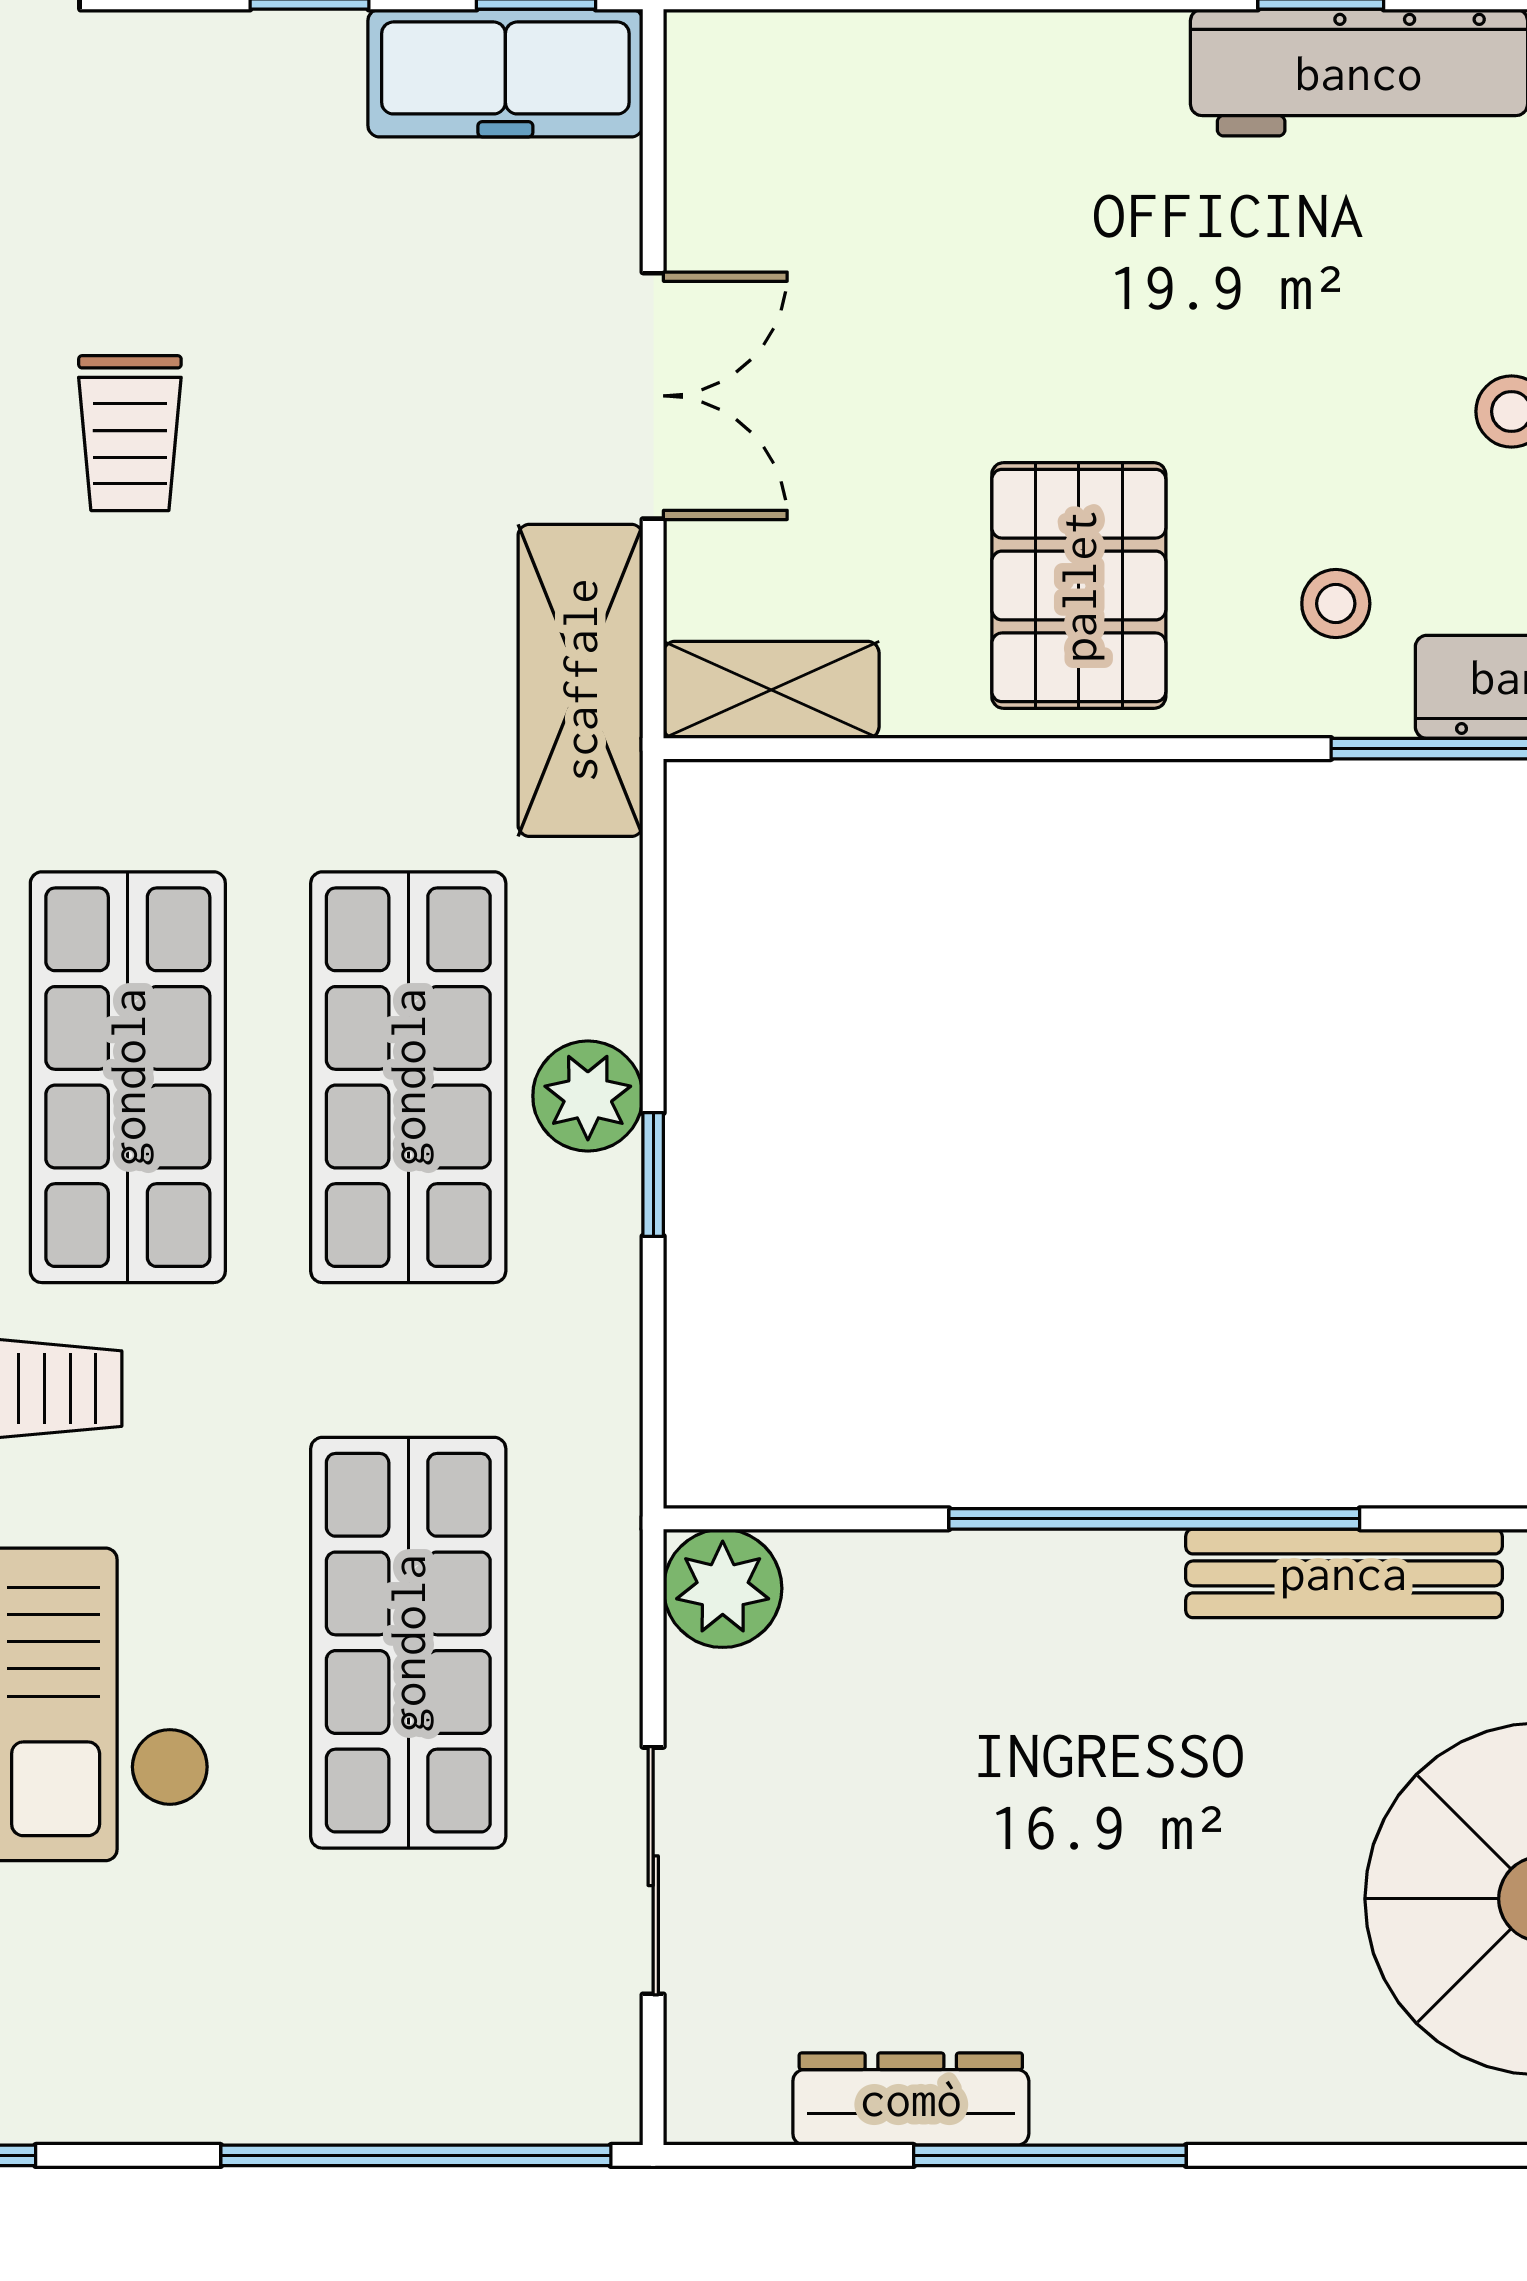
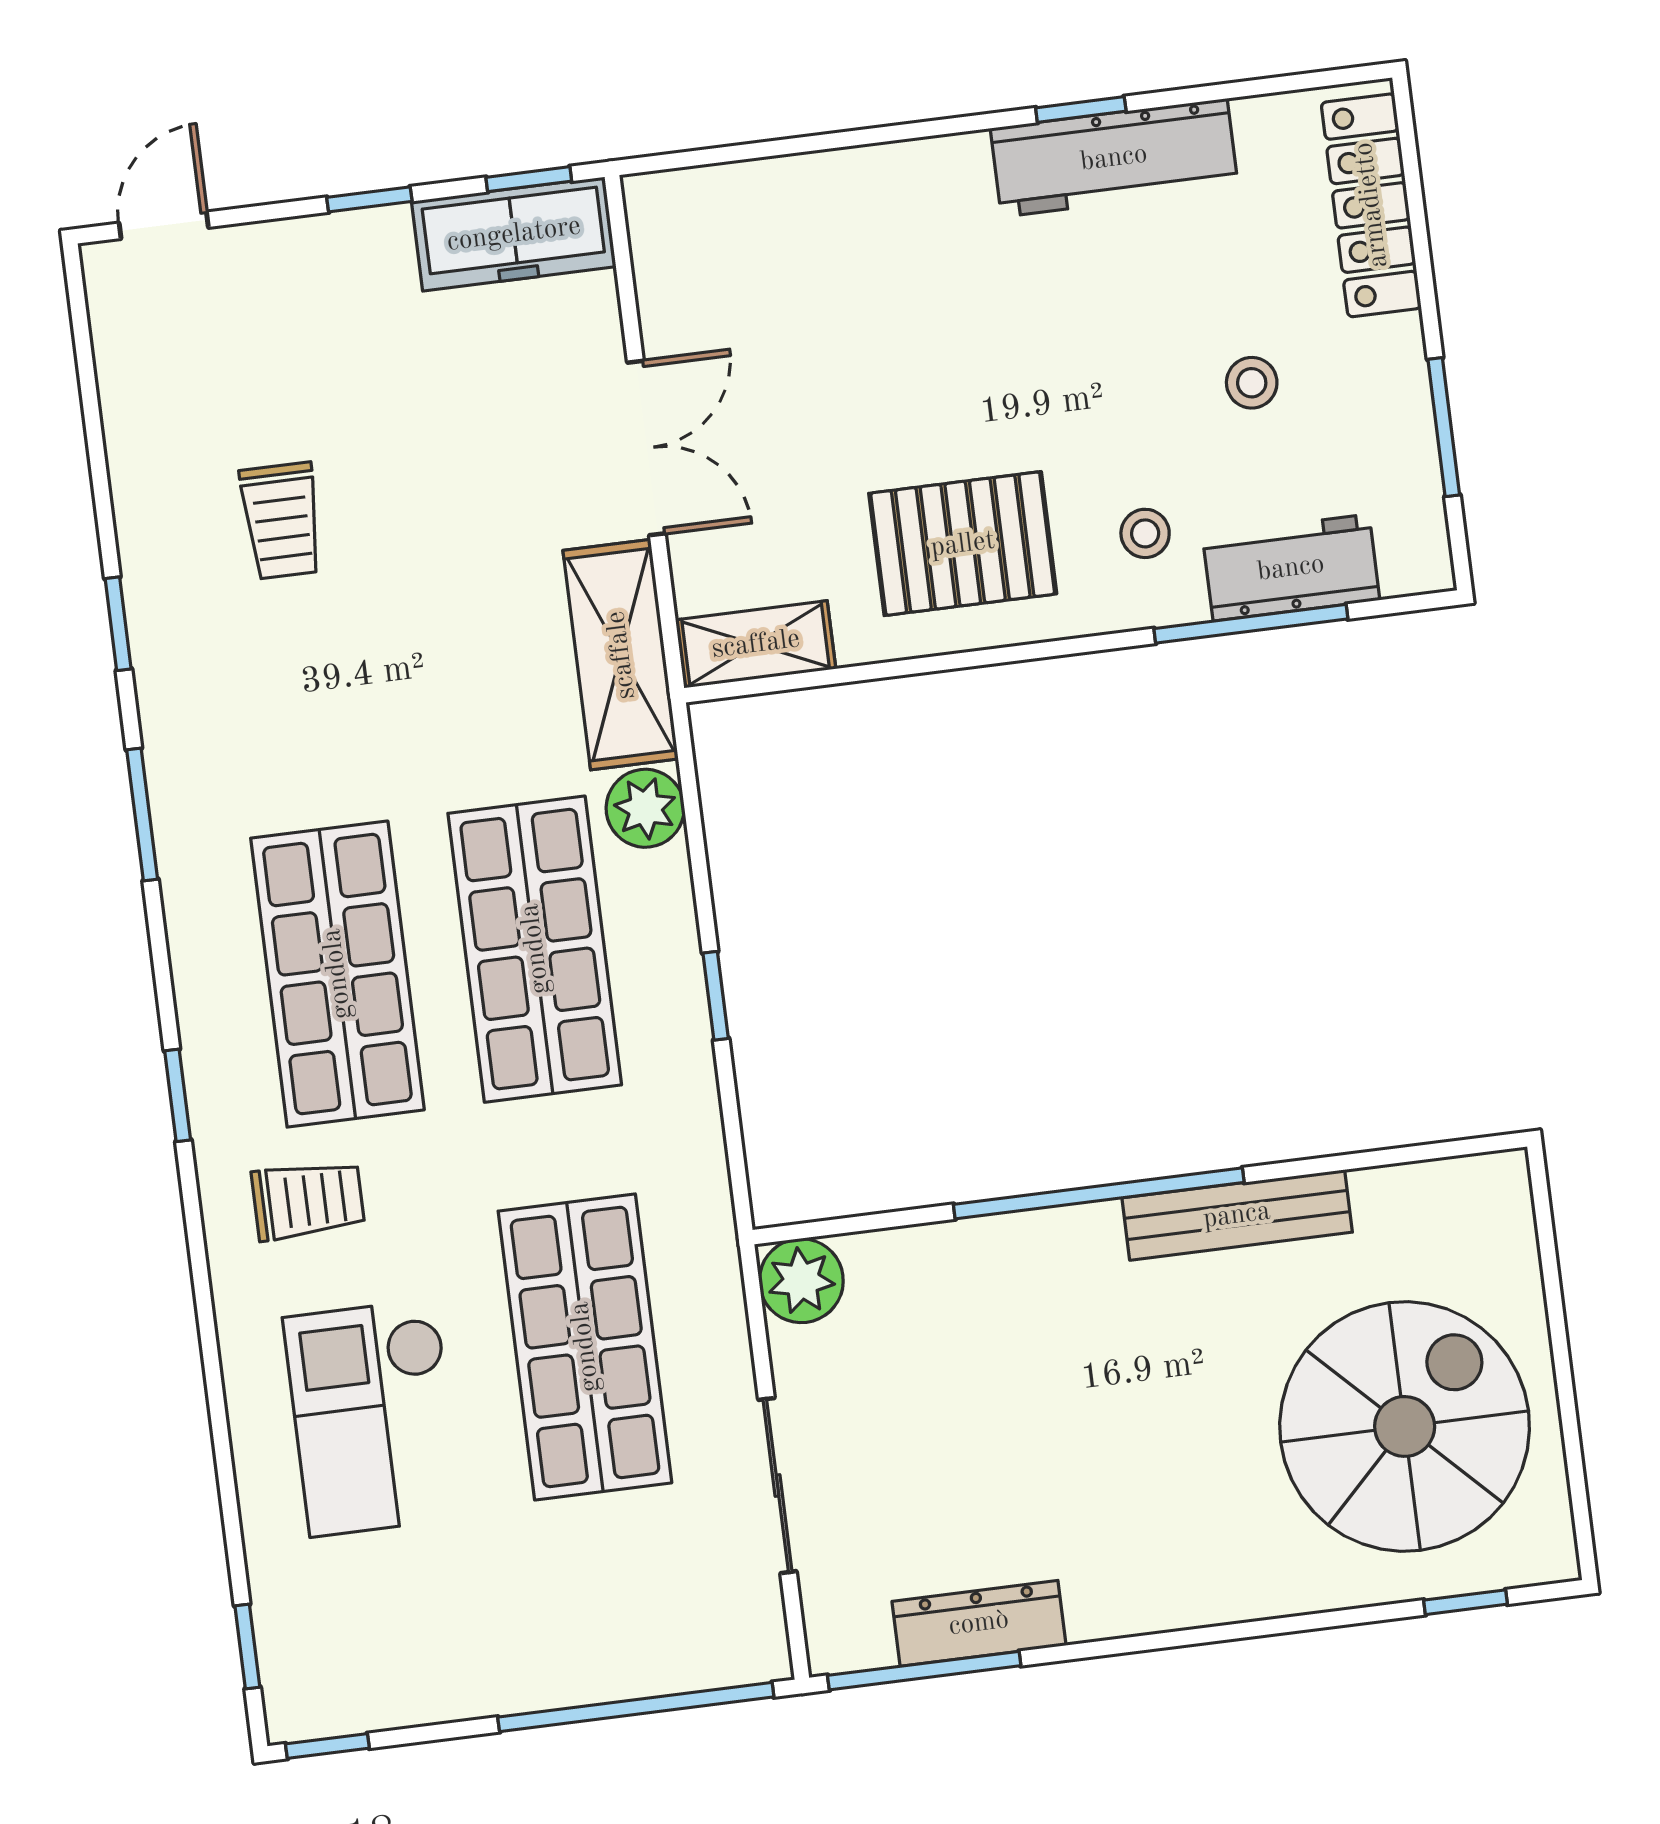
pallet: (1079, 586) -> (963, 544), turned 90
plant: (588, 1096) -> (645, 808), moved
window: (1050, 2155) -> (924, 1671), moved

